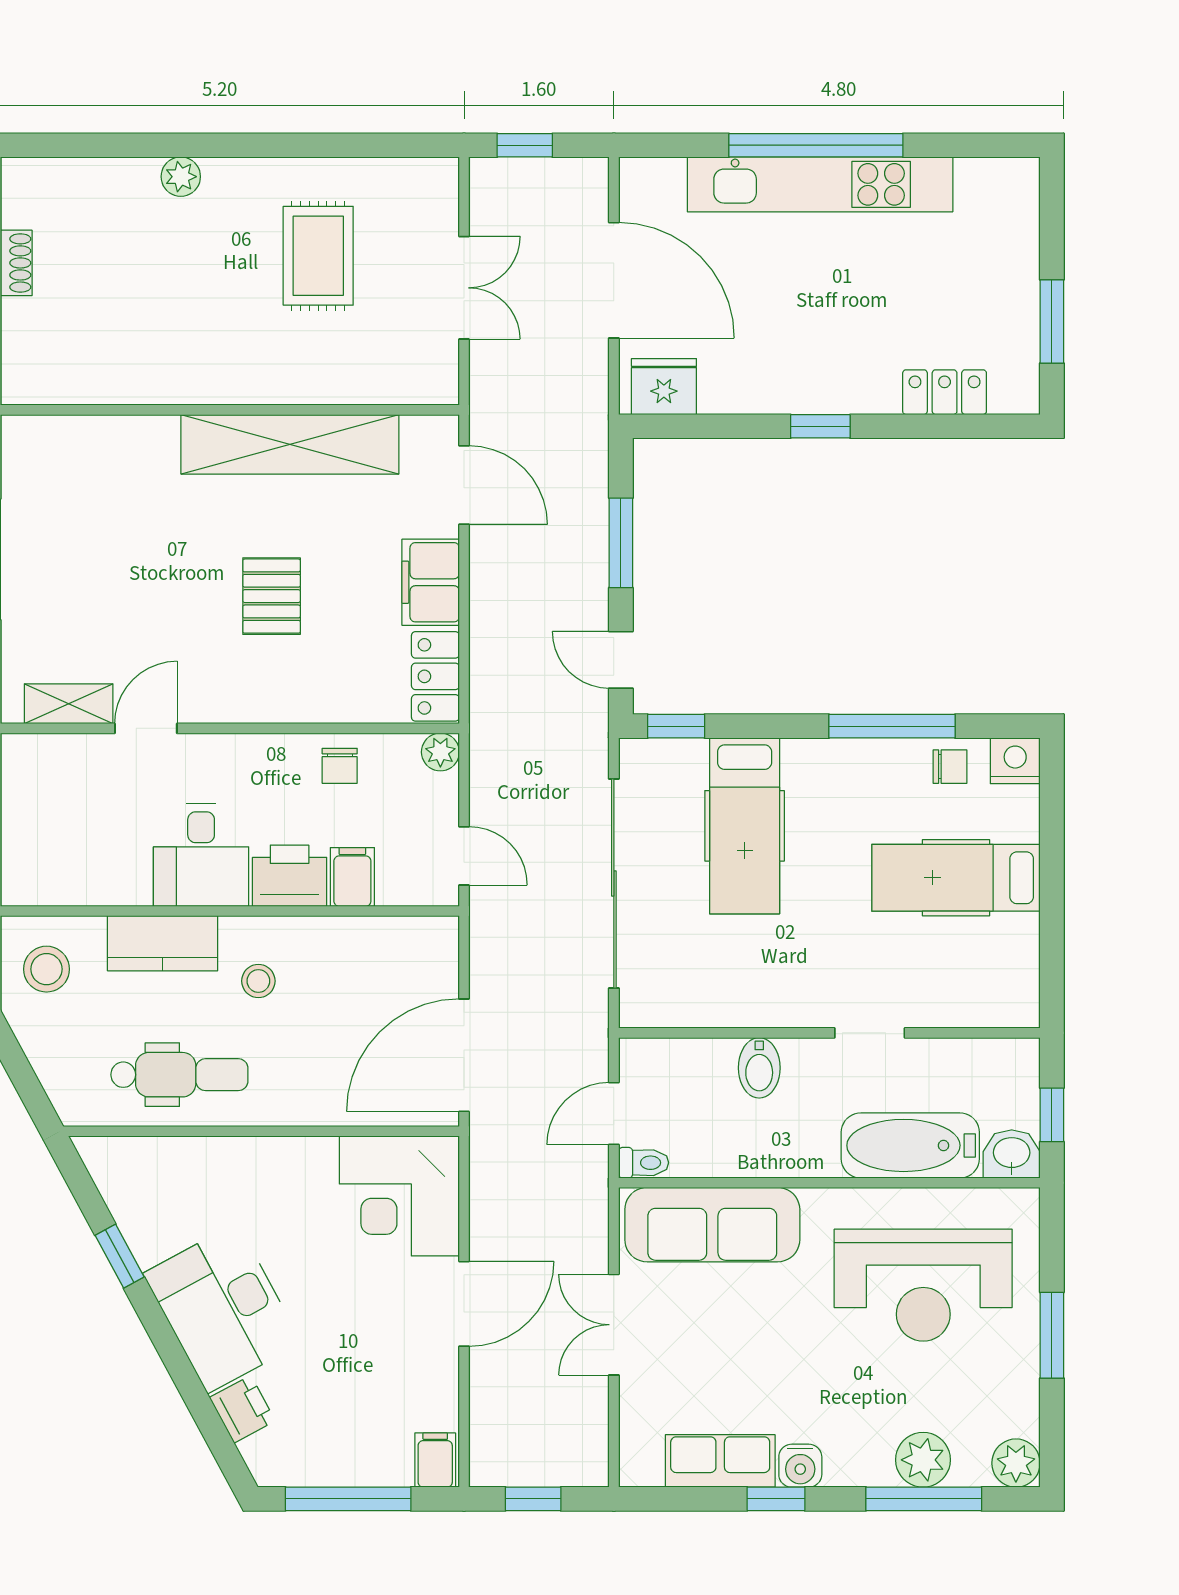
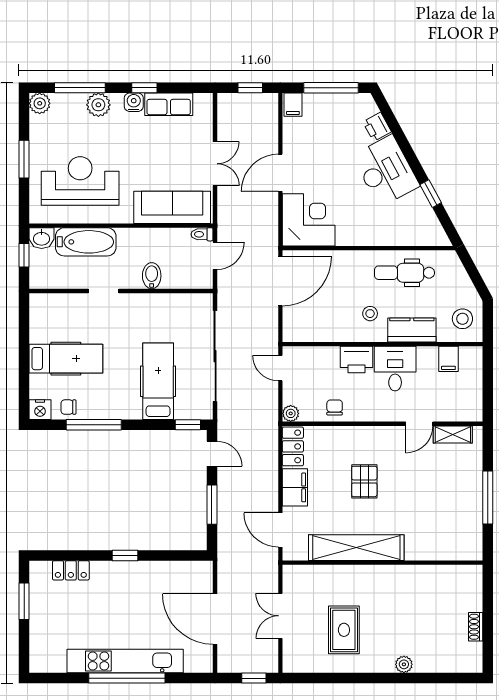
fridge: (664, 387) -> (193, 573), removed
filing cabinet: (352, 877) -> (448, 359), moved
plant: (923, 1460) -> (98, 105), moved

